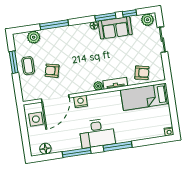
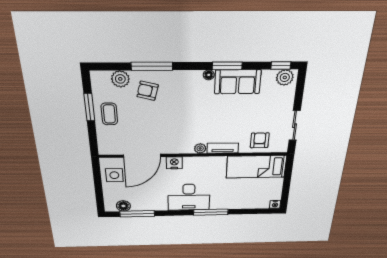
window: (130, 13) -> (281, 65), moved
sliding door: (162, 40) -> (295, 126), moved
armchair: (52, 71) -> (148, 91), moved
armchair: (142, 73) -> (260, 140), turned -102
window: (77, 153) -> (137, 214), moved

